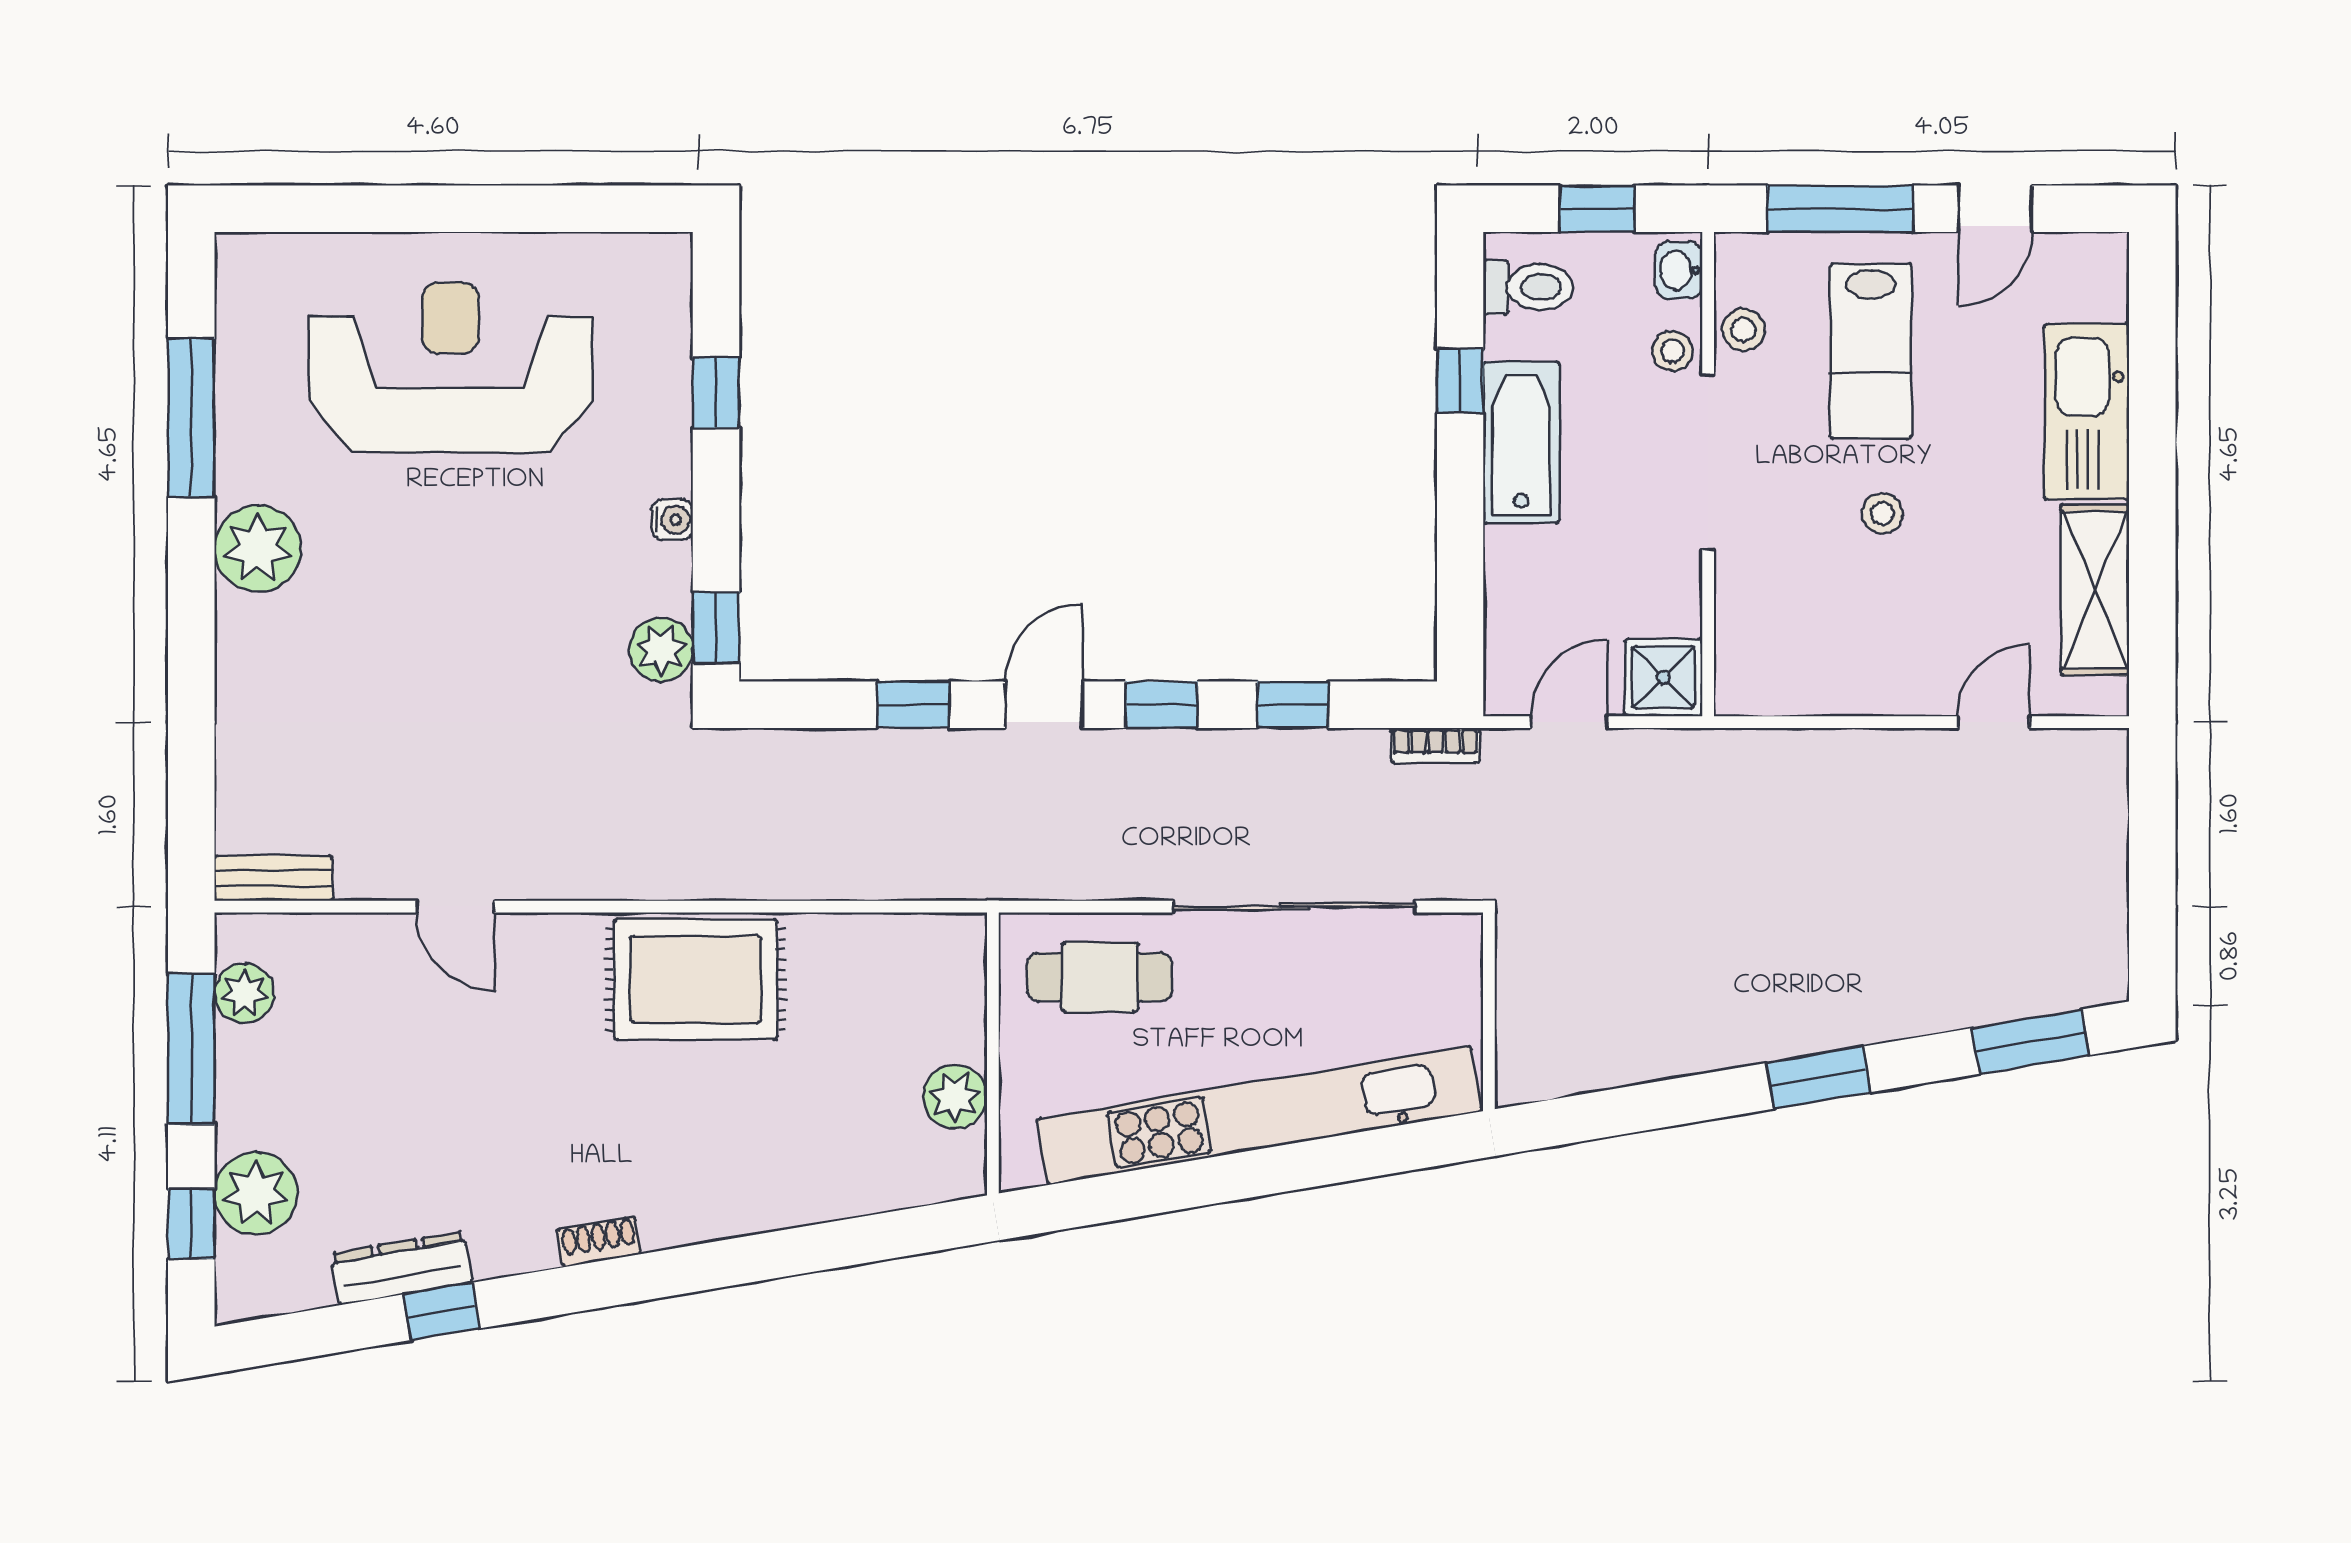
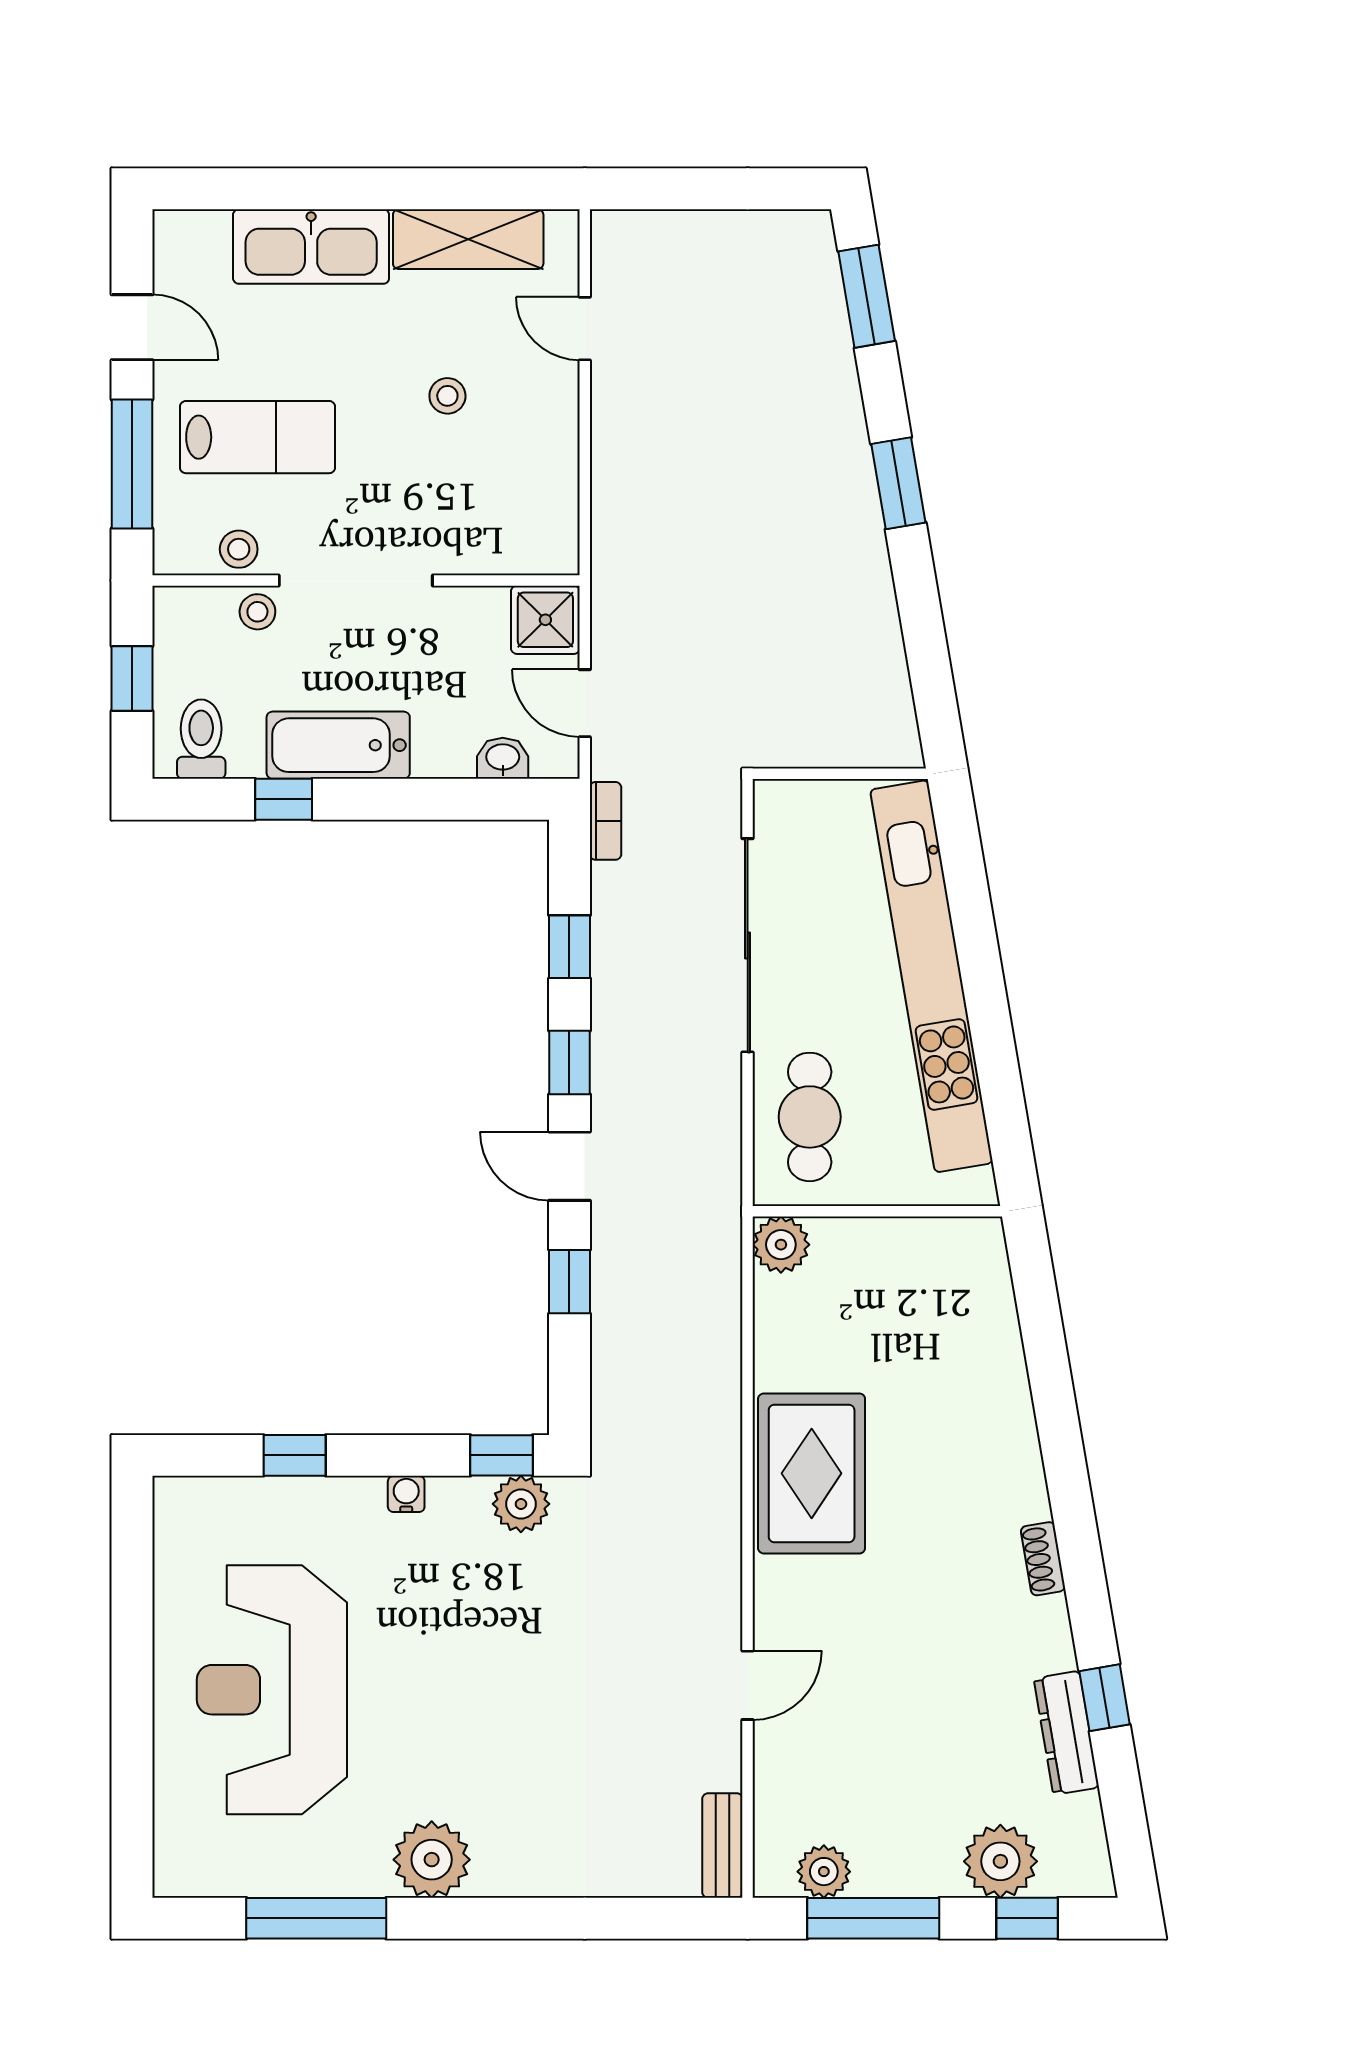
washbasin: (1679, 270) -> (503, 758), moved, turned 180
stool: (1882, 513) -> (447, 396), moved
plant: (955, 1097) -> (781, 1245), moved

